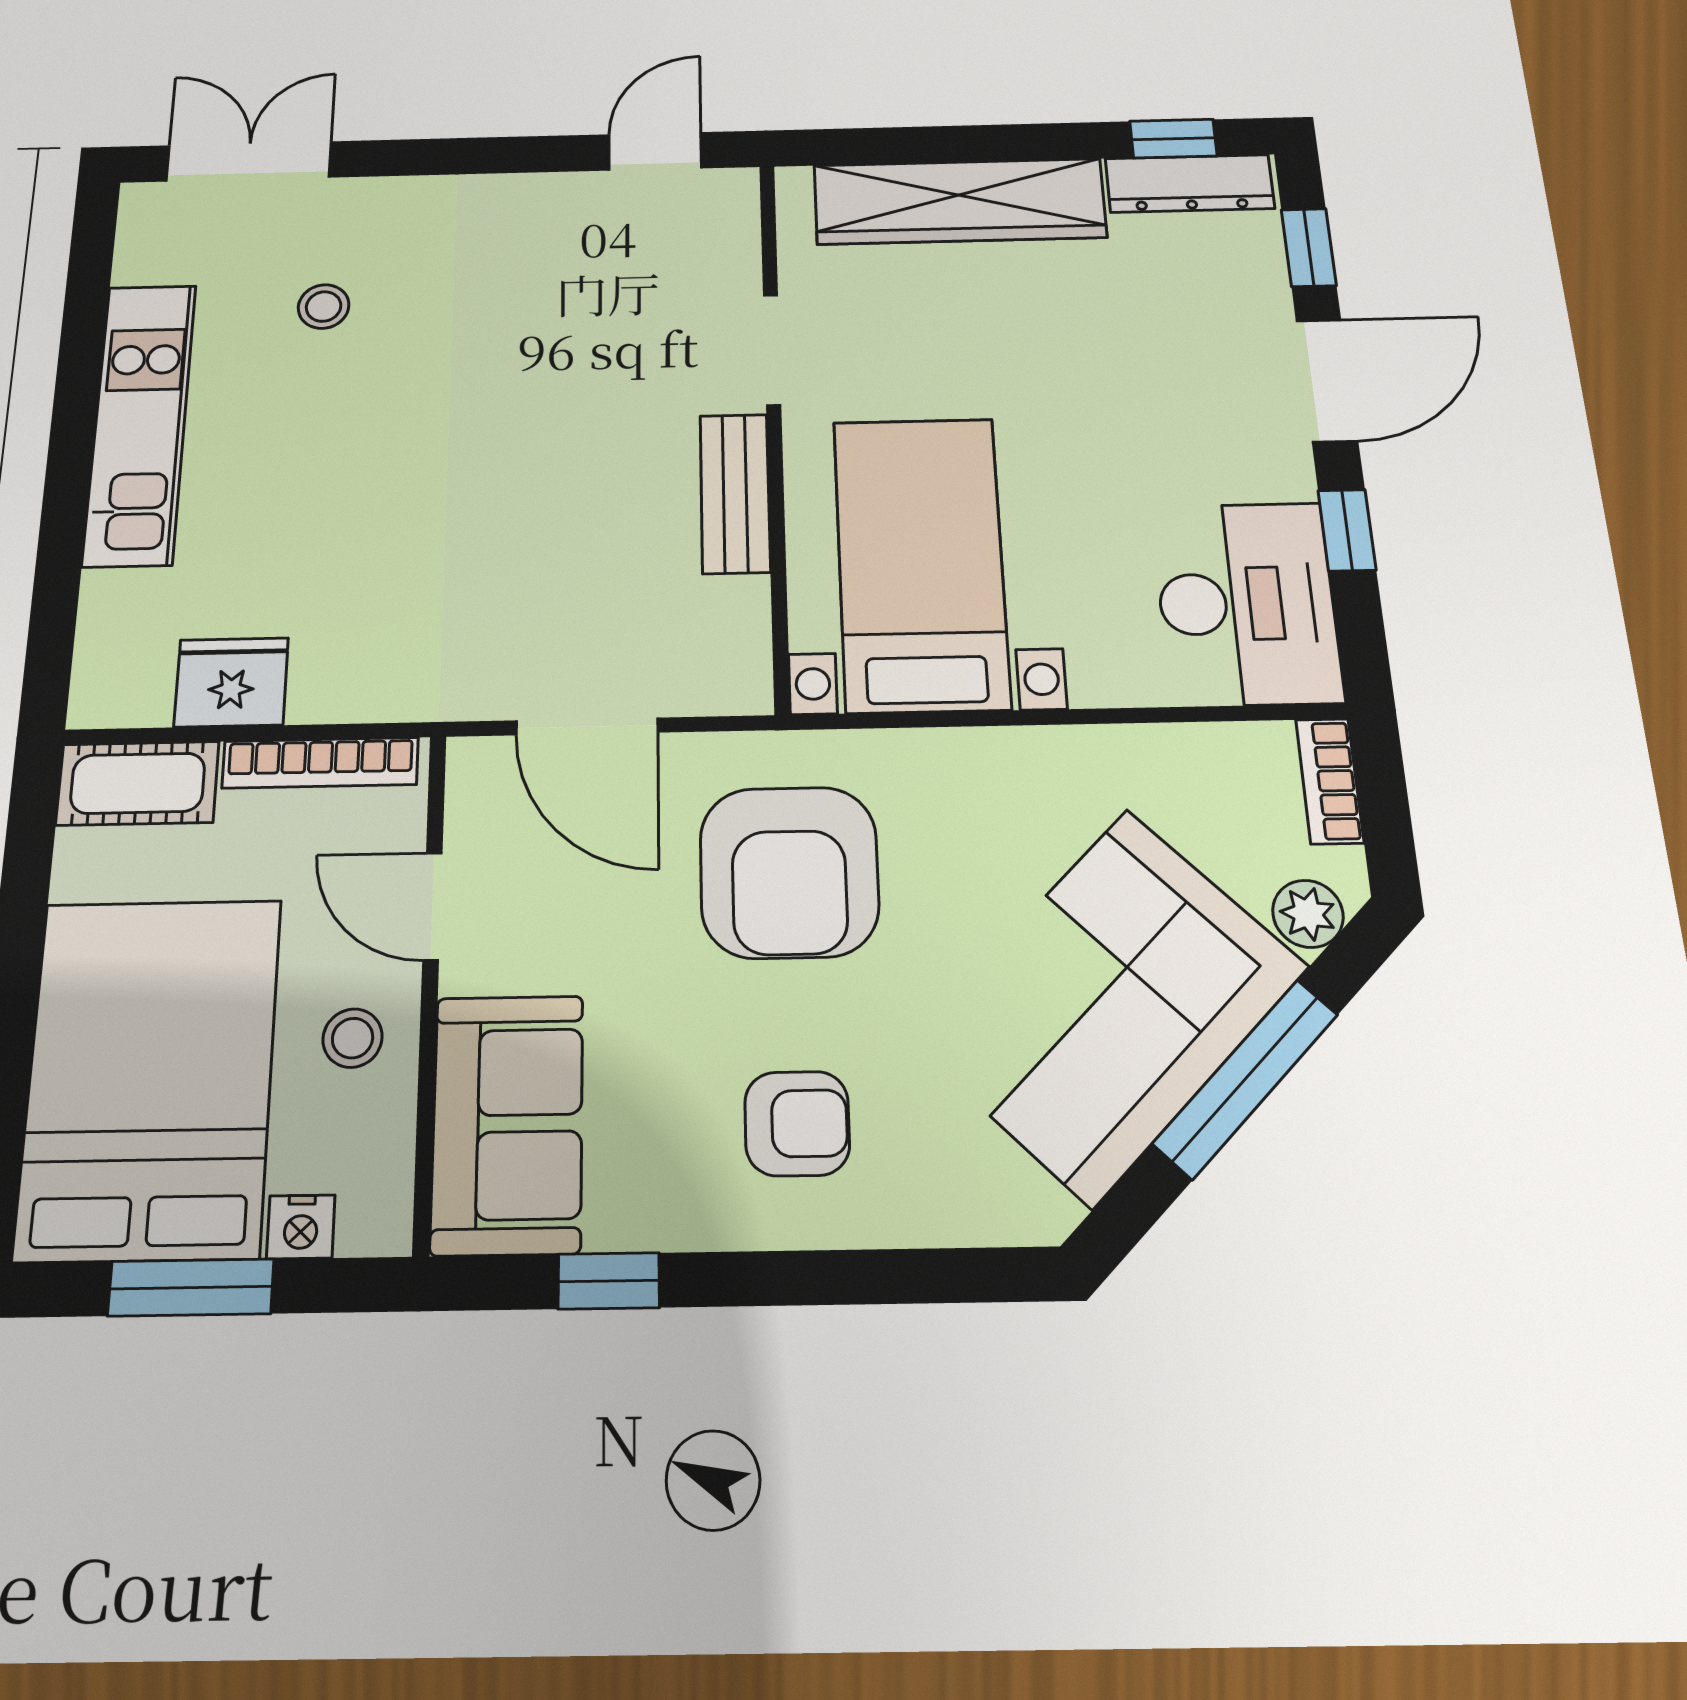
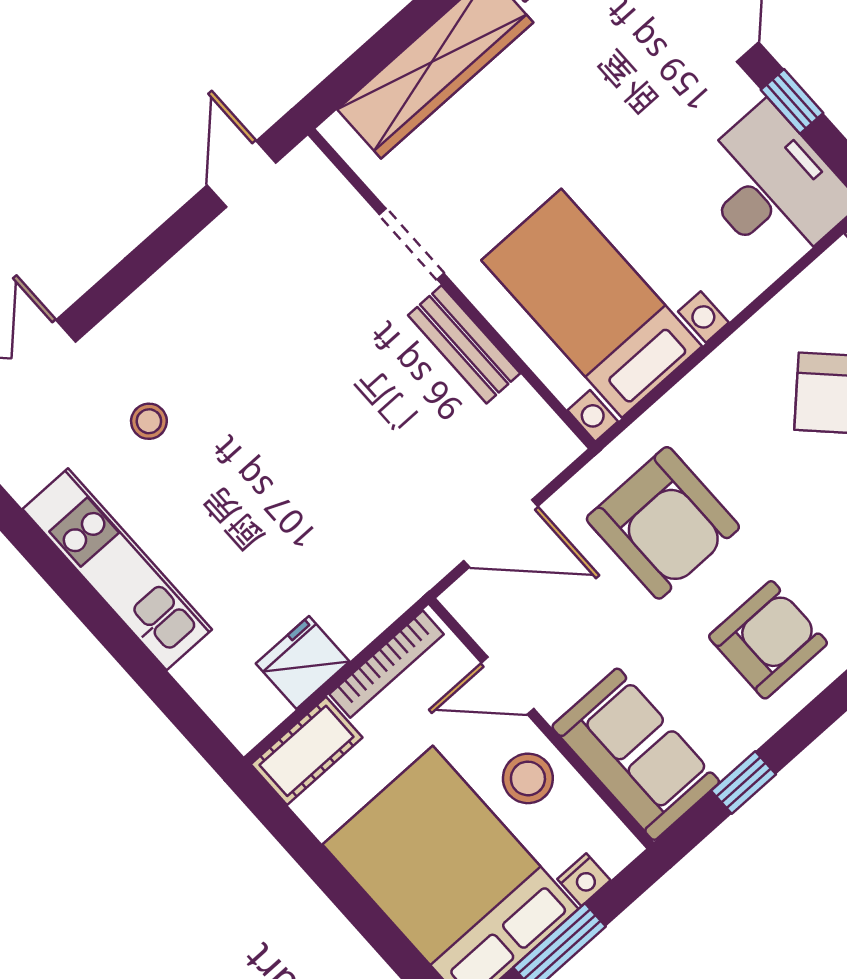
stool: (353, 1038) -> (528, 778), width x1.37, depth x1.37
armchair: (797, 1123) -> (768, 640), width x1.38, depth x1.38

